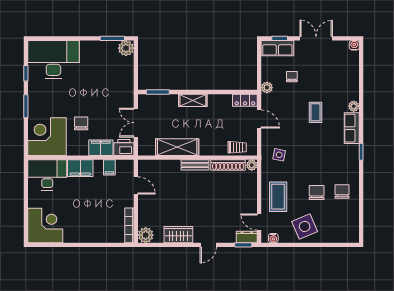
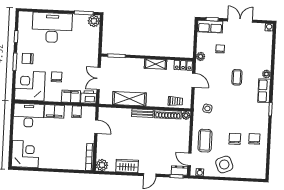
desk: (53, 60) -> (52, 28), moved
shelving: (193, 100) -> (155, 64), moved
chair: (42, 101) -> (28, 59), added

